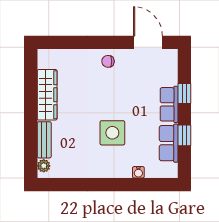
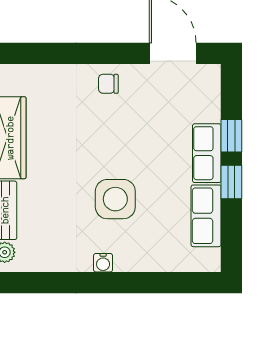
window: (184, 135) -> (231, 182), moved
water cooler: (138, 172) -> (103, 263), moved

